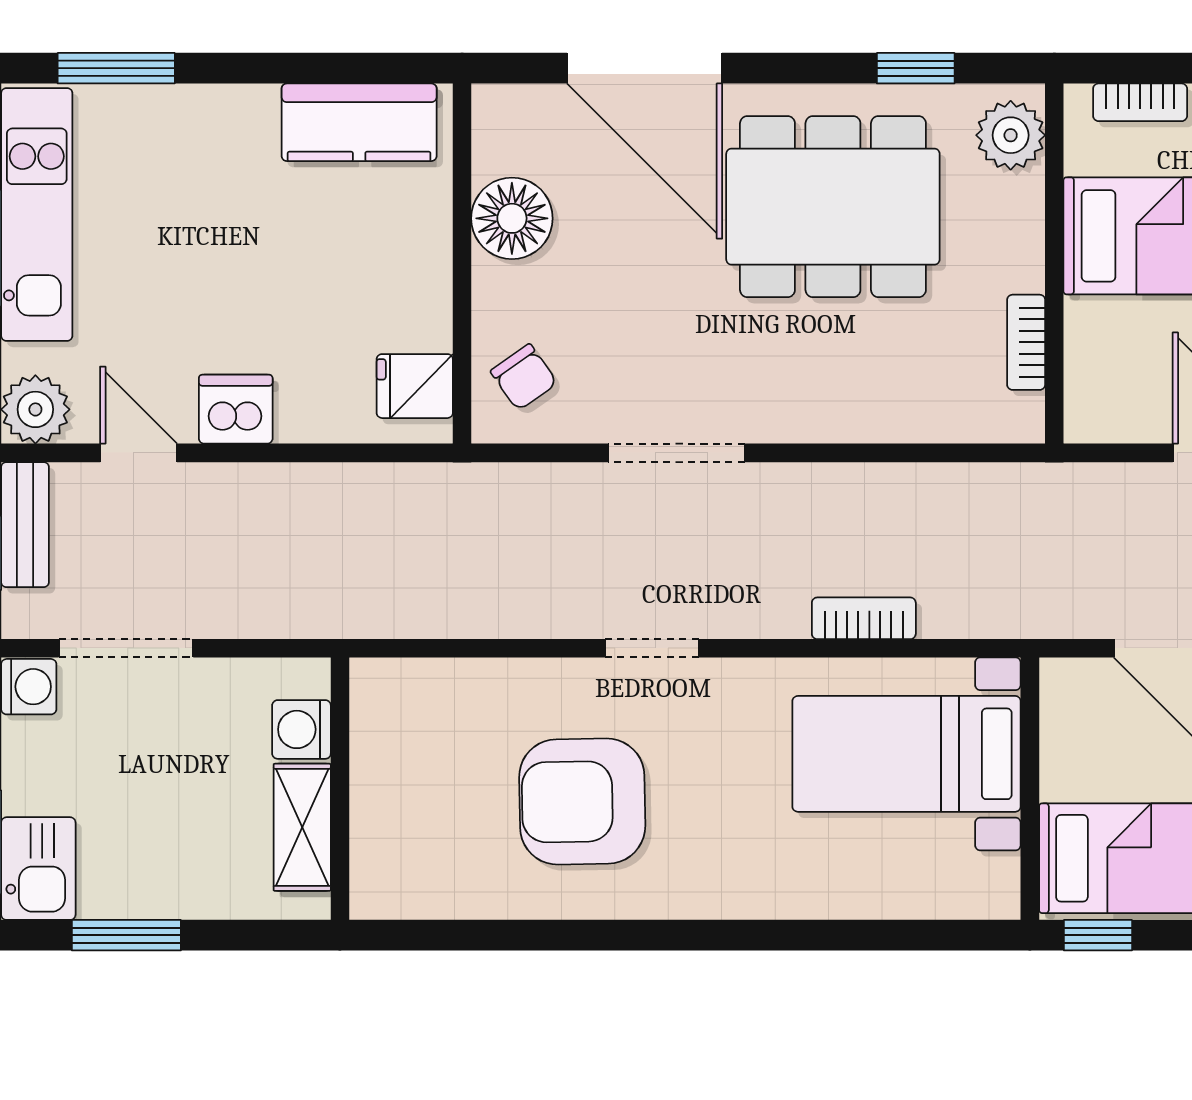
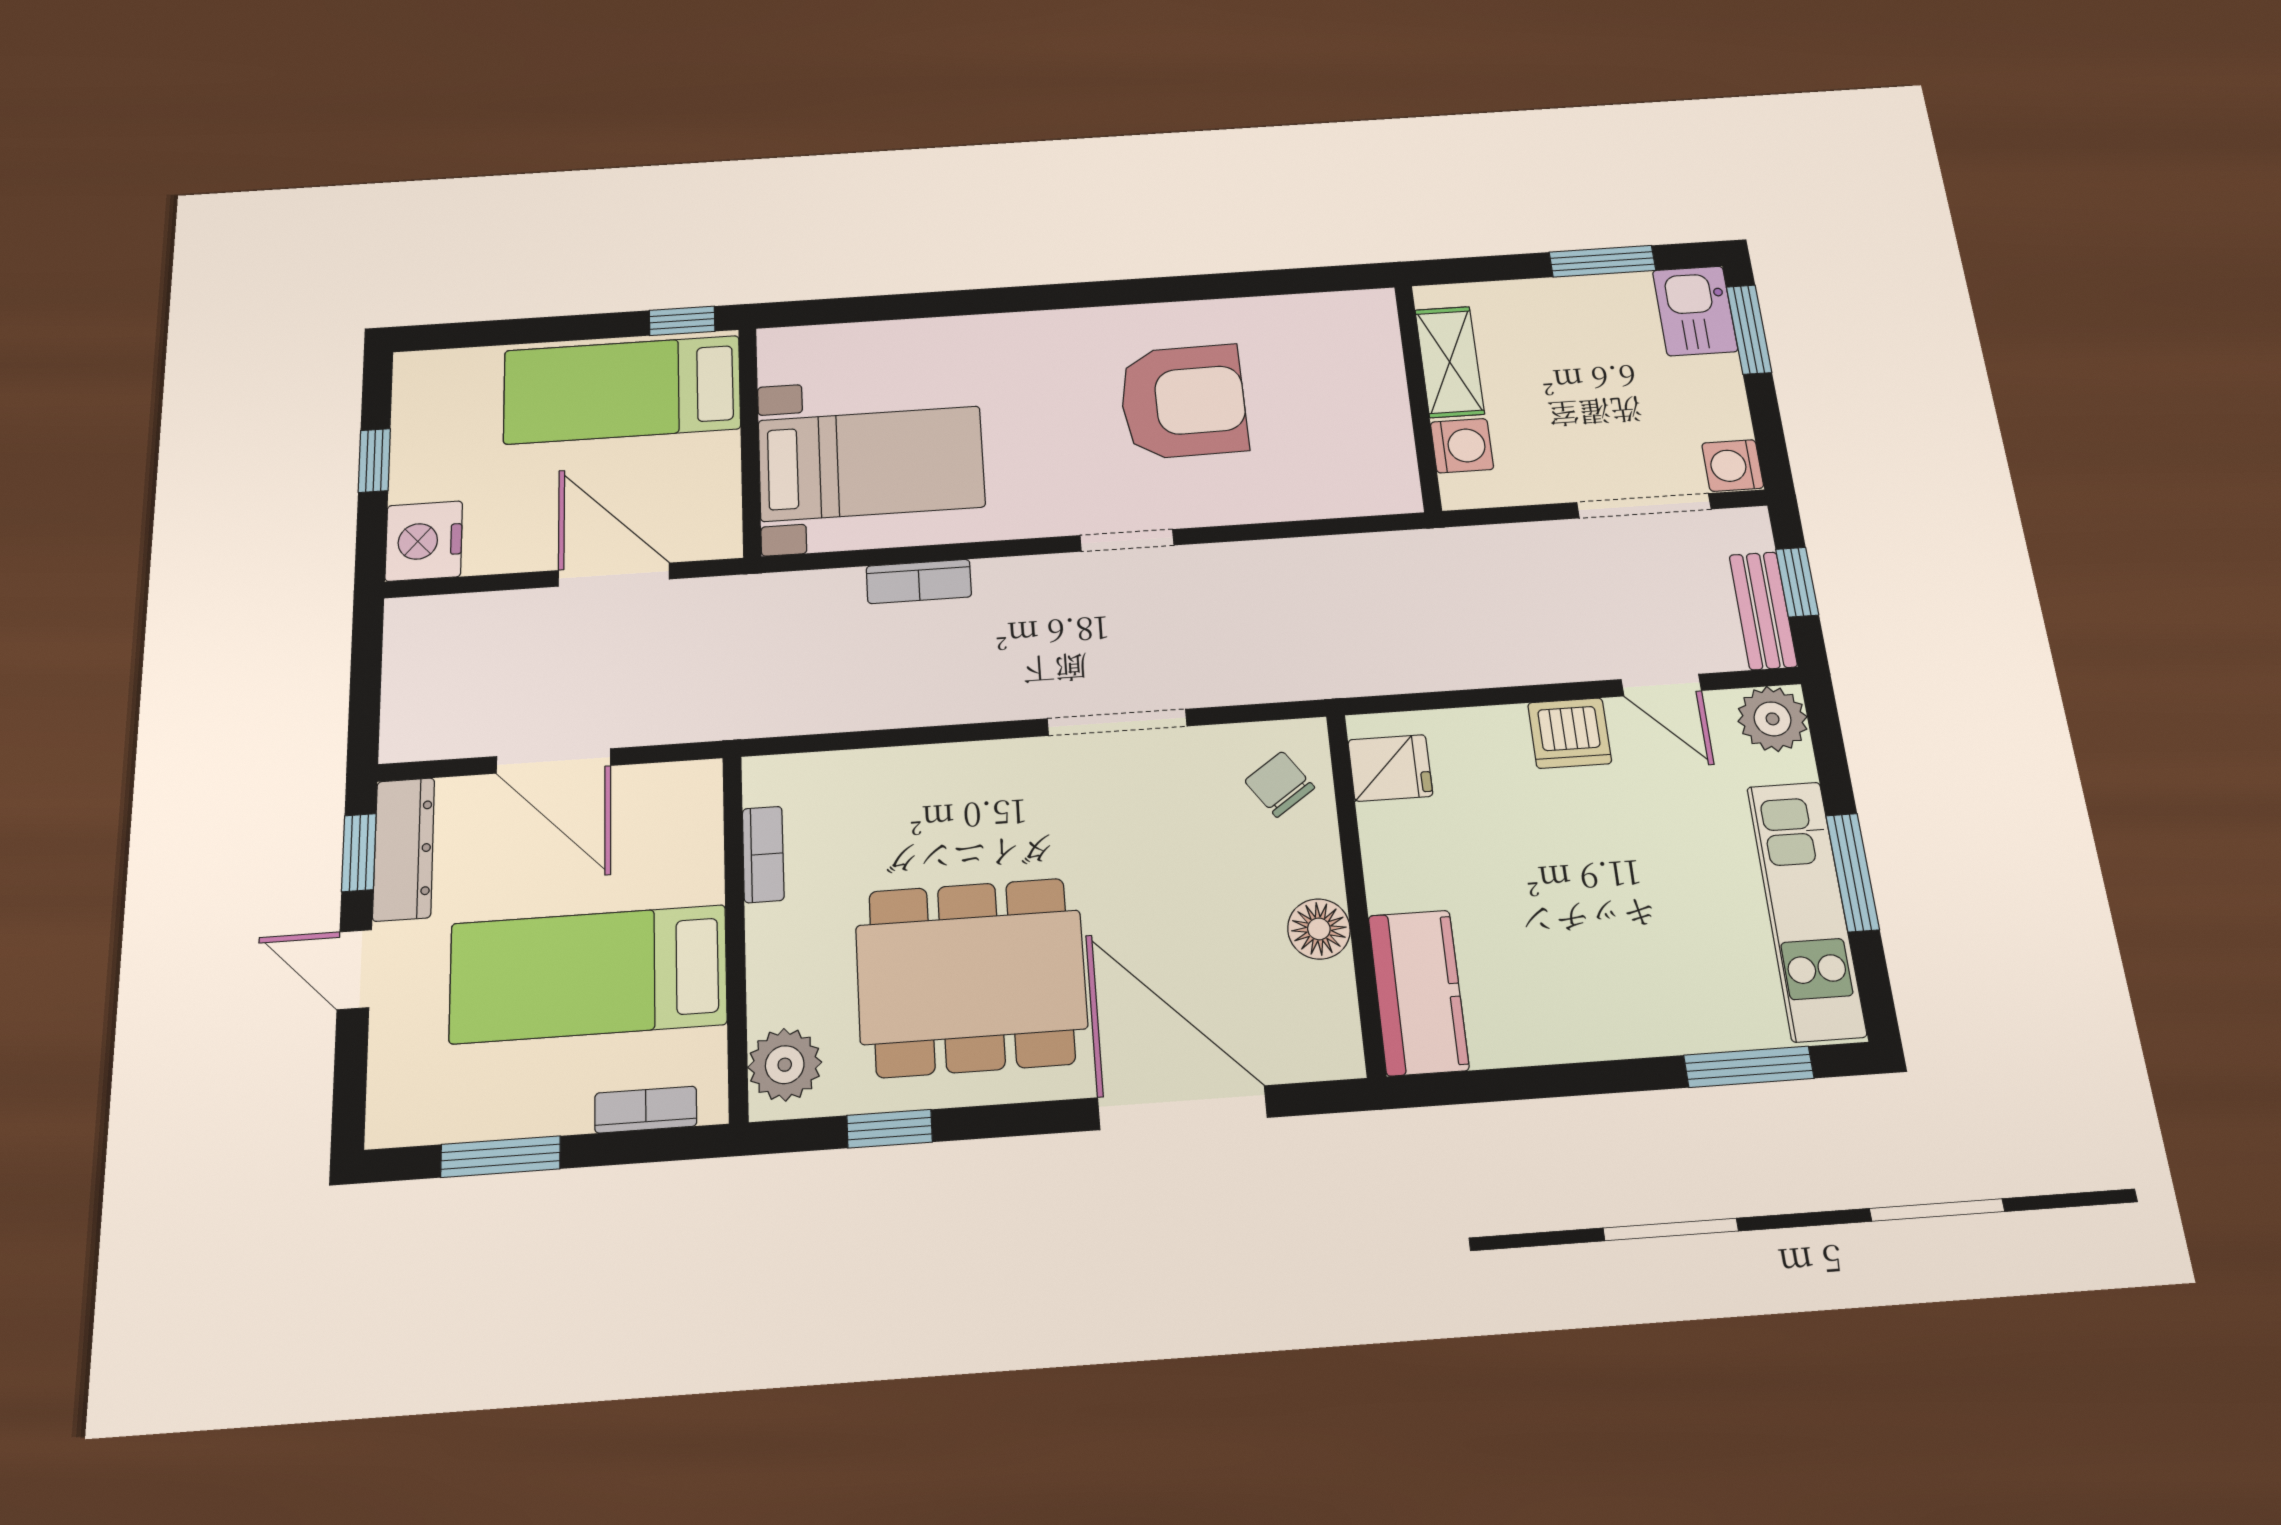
kitchen counter: (359, 122) -> (1418, 992), moved, turned 90
floor lamp: (512, 218) -> (1319, 929), width x0.73, depth x0.73

